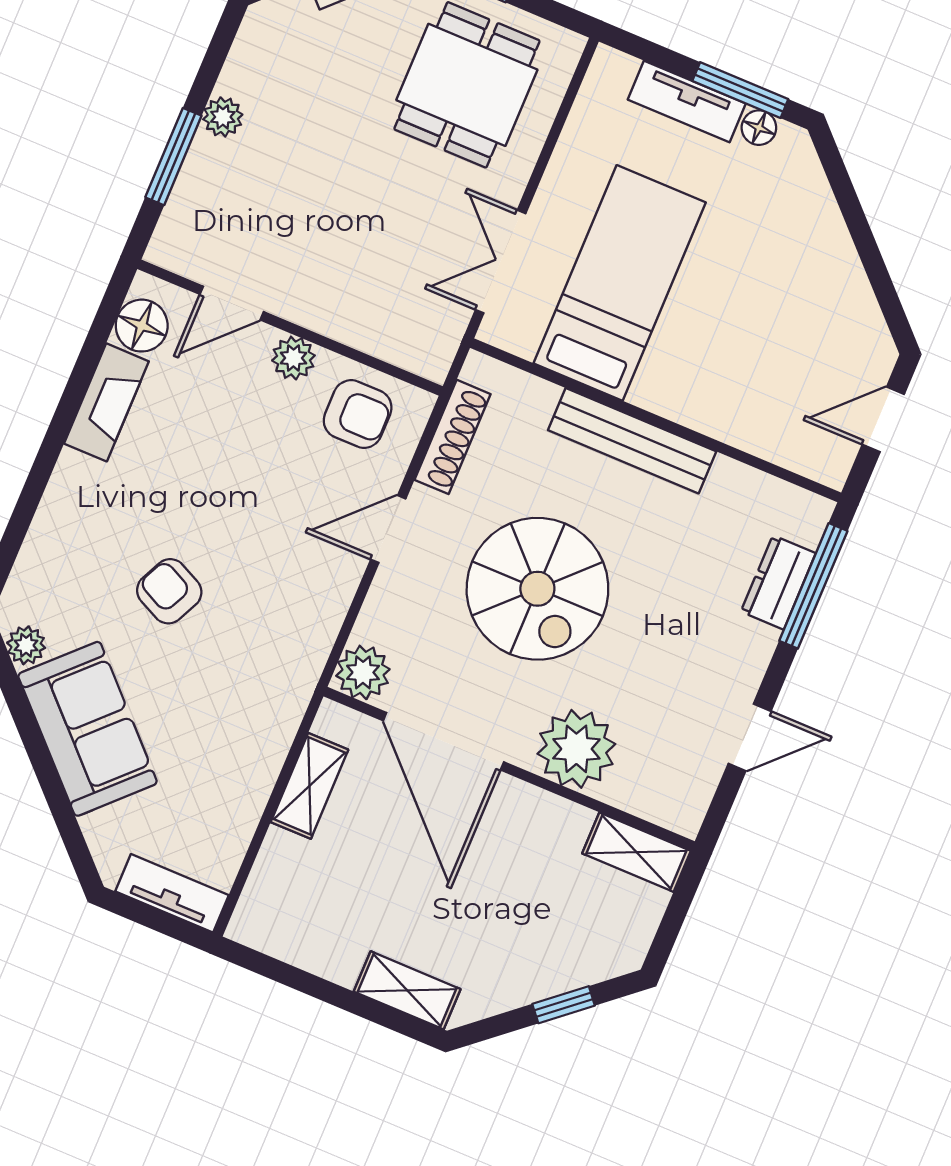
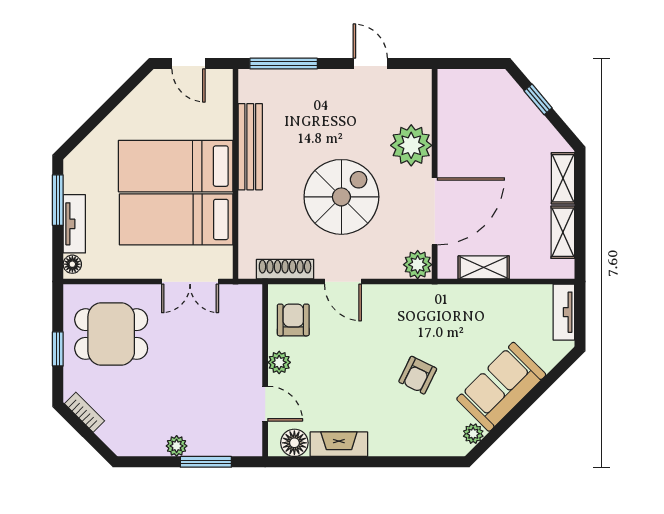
floor lamp: (759, 128) -> (72, 264), moved
bed: (713, 321) -> (176, 166), added
bench: (632, 441) -> (250, 147), moved
dresser: (778, 582) -> (289, 81), removed
shelving: (636, 852) -> (563, 232), moved

